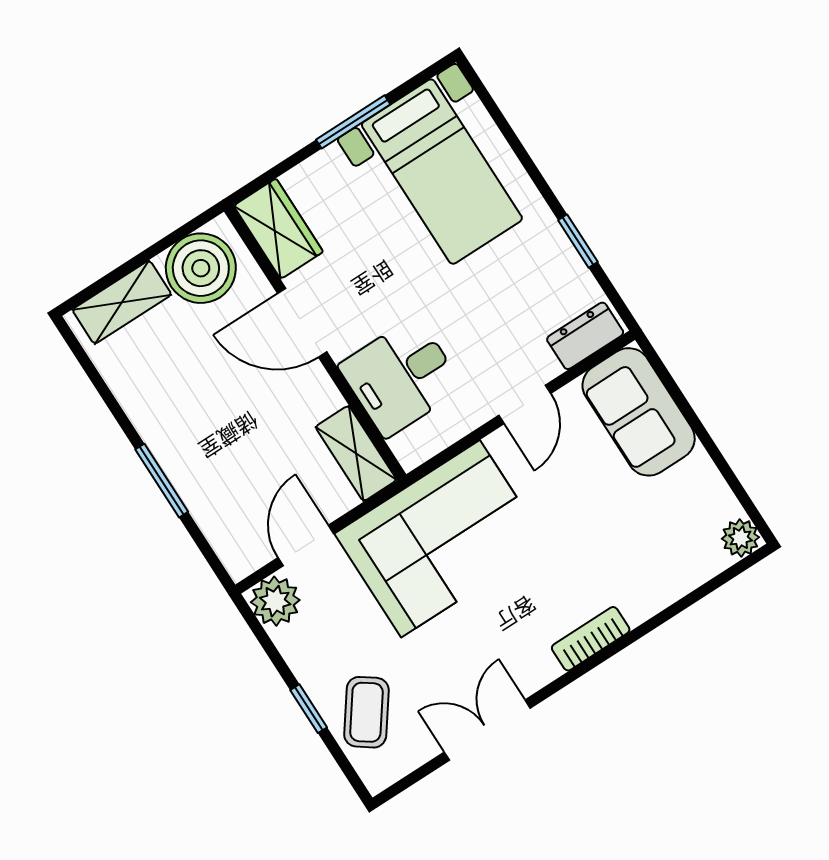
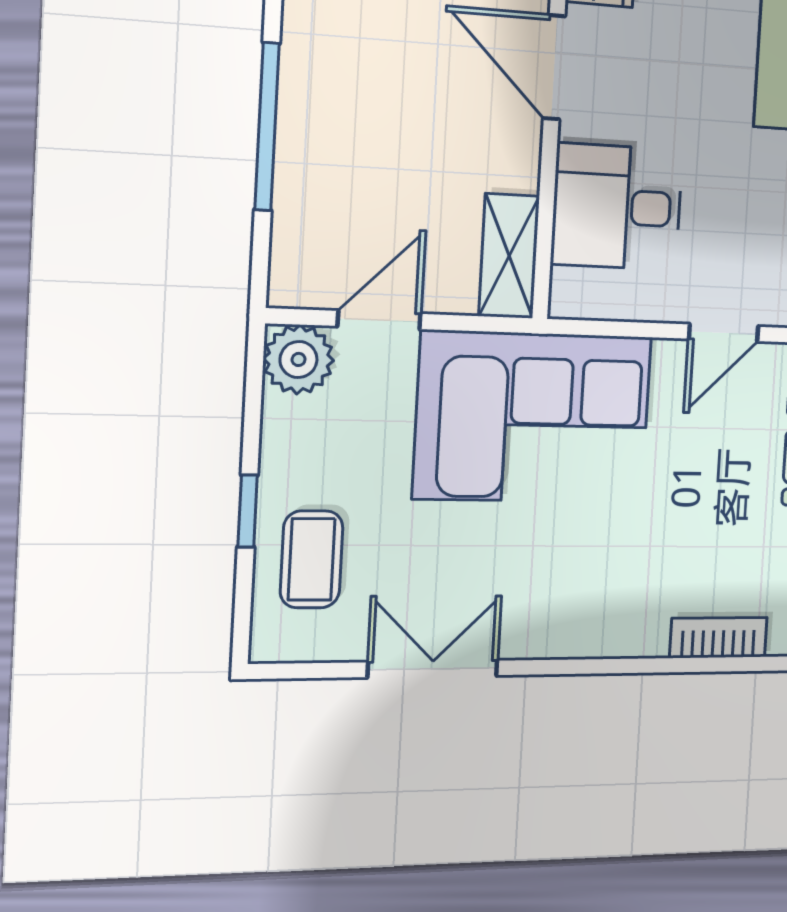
window: (162, 481) -> (267, 127), width x1.44
bookcase: (591, 639) -> (718, 638), moved
coffee table: (366, 712) -> (312, 559), turned -36

